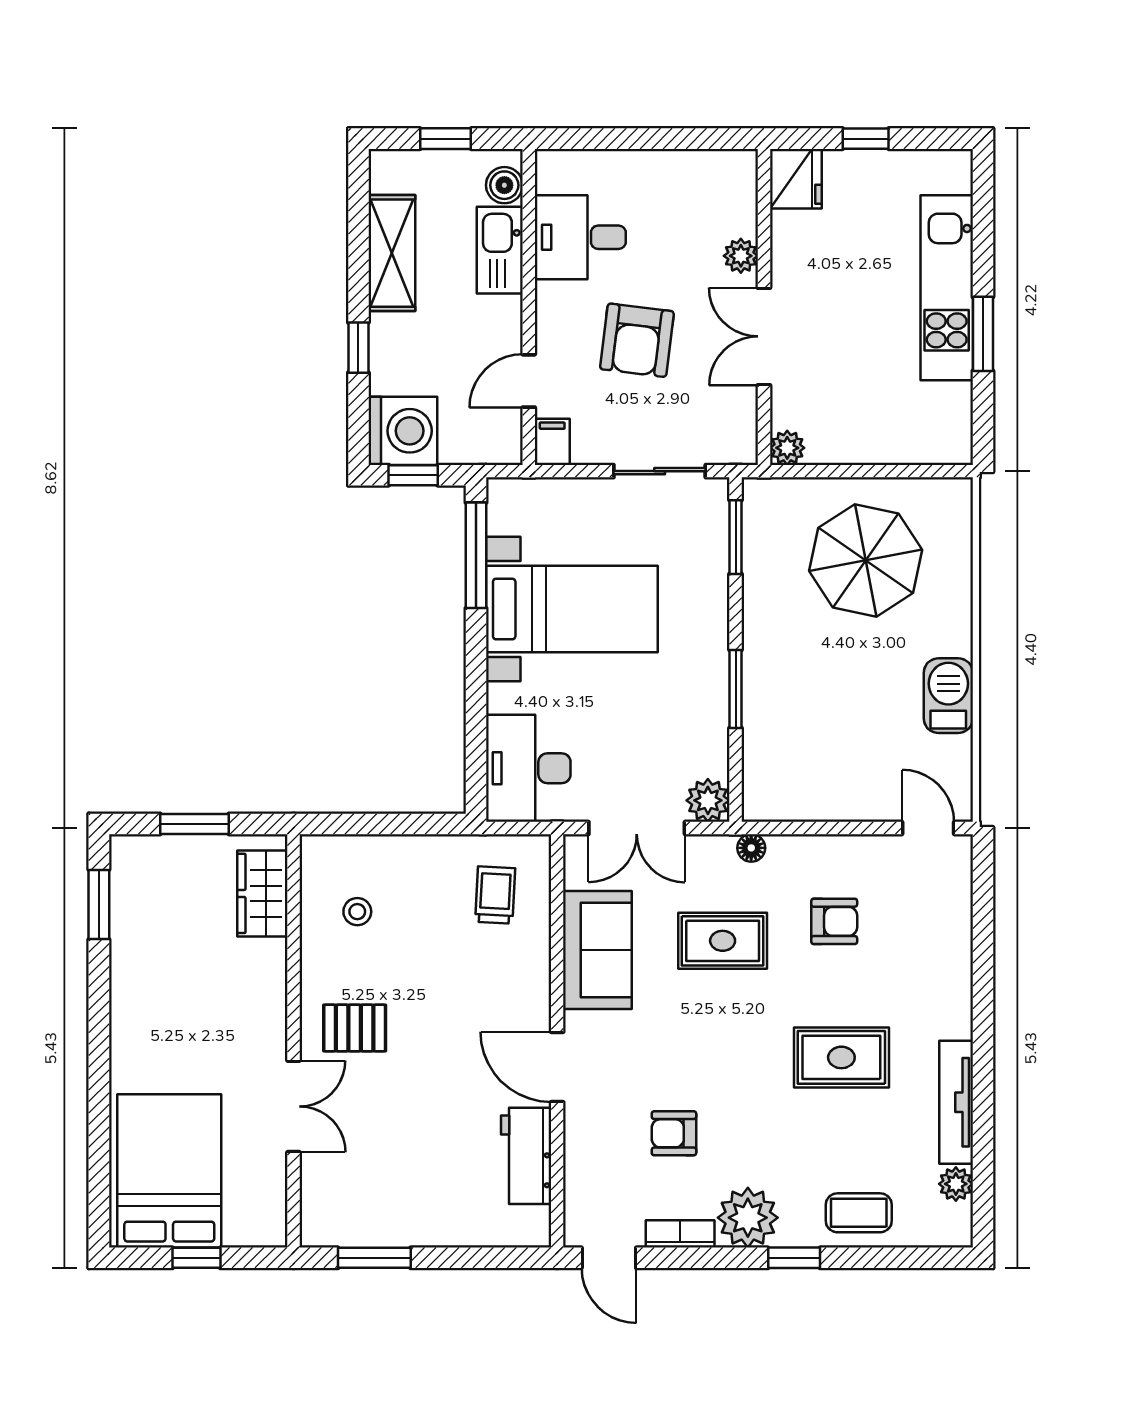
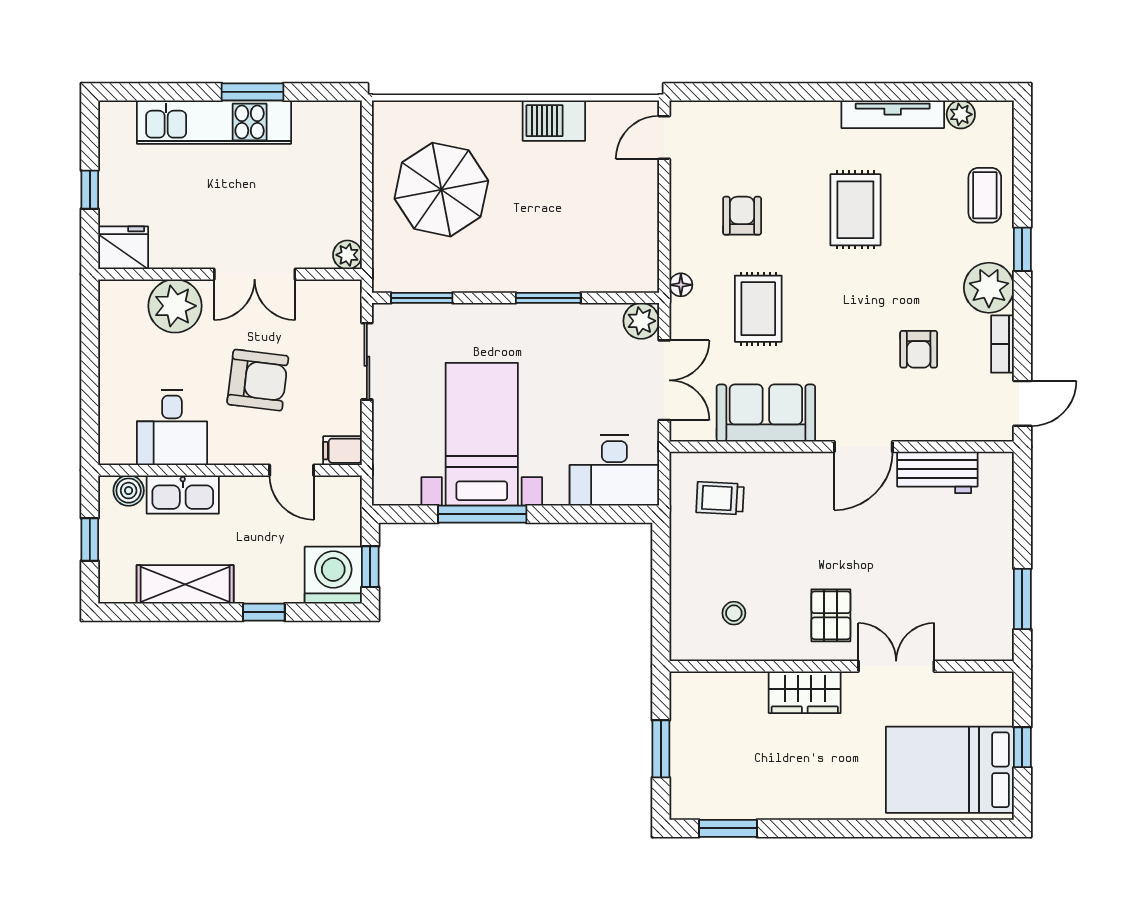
plant: (741, 256) -> (175, 306), width x1.87, depth x1.87
window: (476, 555) -> (482, 514), moved
wardrobe: (262, 893) -> (805, 692), moved

